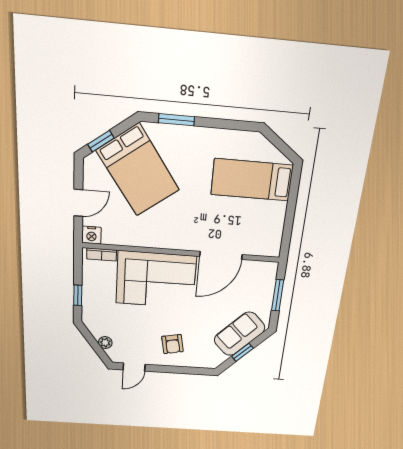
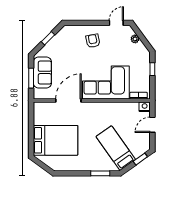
bed: (138, 170) -> (116, 148), width x0.67
bed: (252, 180) -> (56, 140), width x1.50
sofa: (240, 334) -> (42, 72), moved, turned -45

